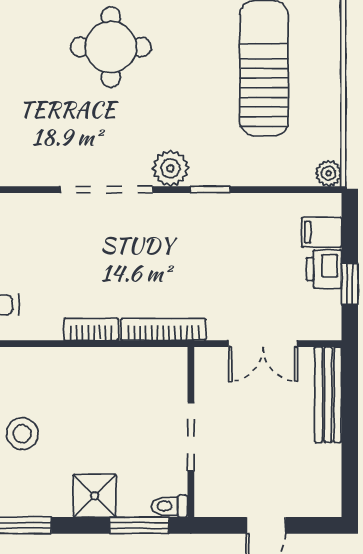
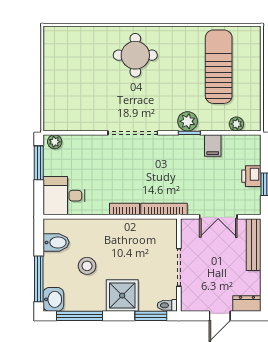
plant: (170, 168) -> (188, 121), moved
plant: (328, 173) -> (236, 124), moved
filing cabinet: (322, 232) -> (213, 145), moved, turned -90
shower: (95, 496) -> (122, 296), width x1.36, depth x1.36
dresser: (316, 503) -> (247, 303), added

